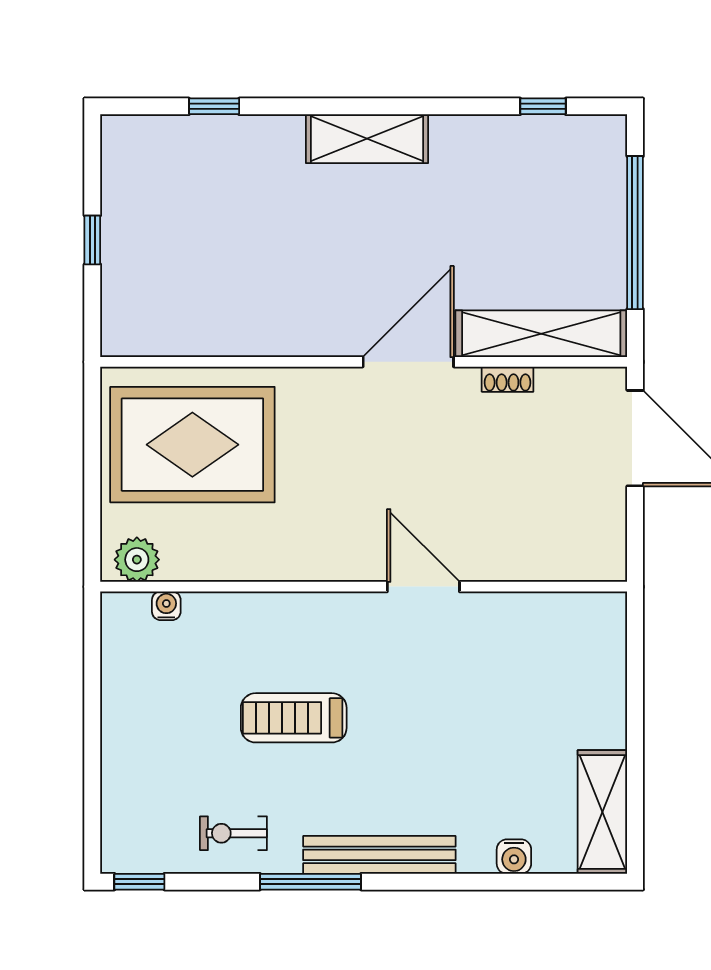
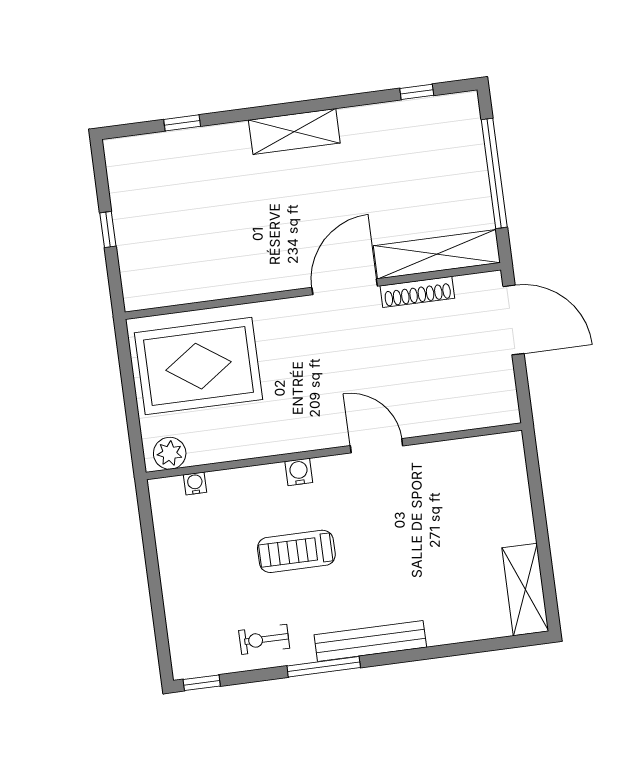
shoe rack: (508, 379) -> (417, 292), width x1.94, depth x1.24
water cooler: (514, 857) -> (299, 472), moved, turned 180

